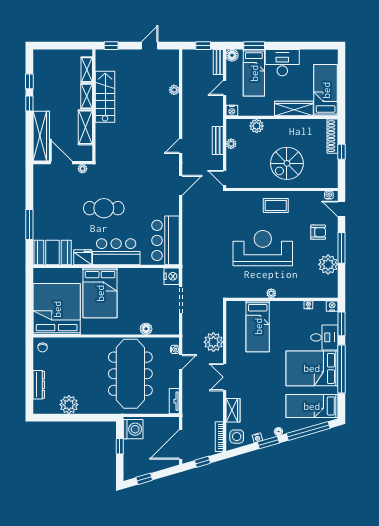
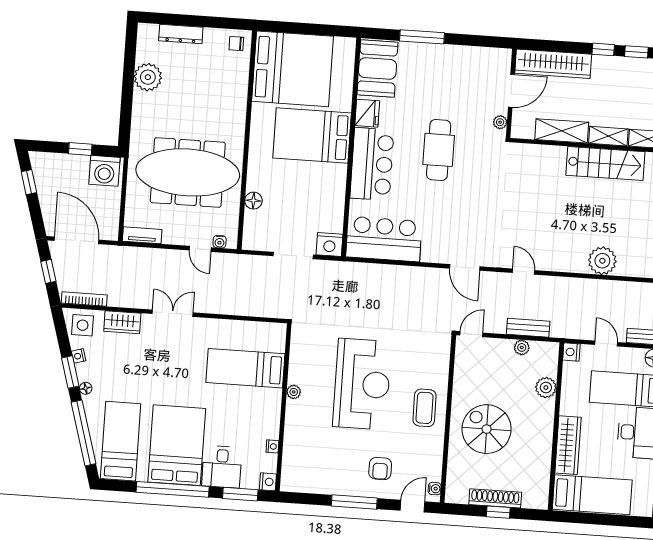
plant: (174, 90) -> (602, 261), width x1.87, depth x1.87
shoe rack: (333, 136) -> (495, 498), moved
plant: (328, 264) -> (331, 480), removed
plant: (213, 342) -> (227, 300), removed

